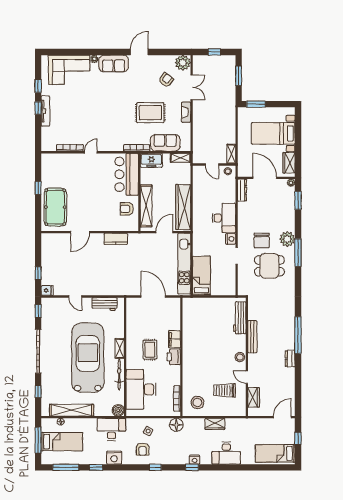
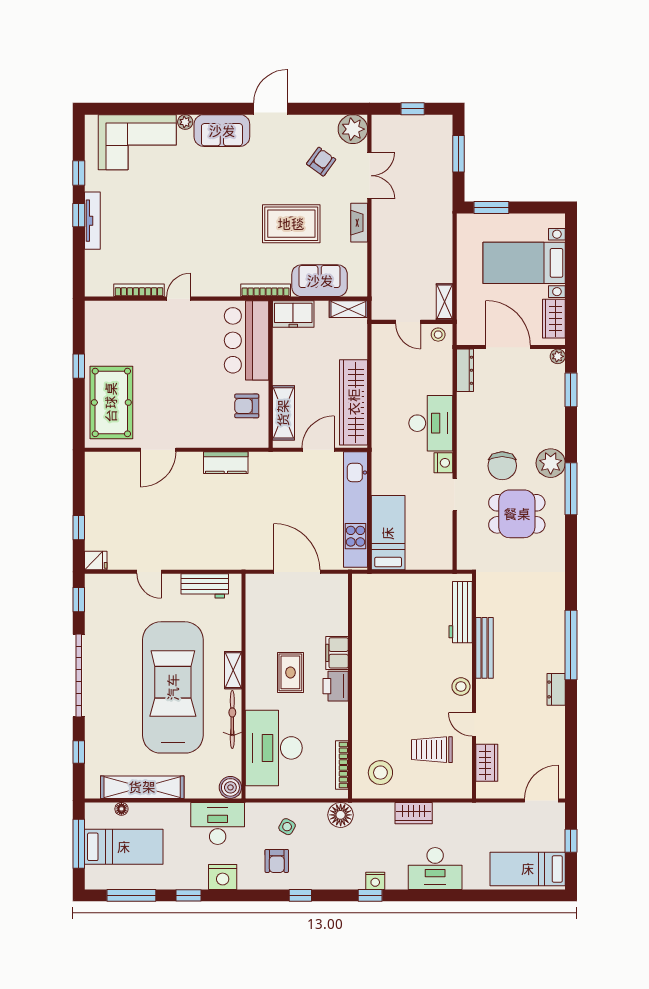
shelving: (146, 206) -> (283, 413), width x0.68

